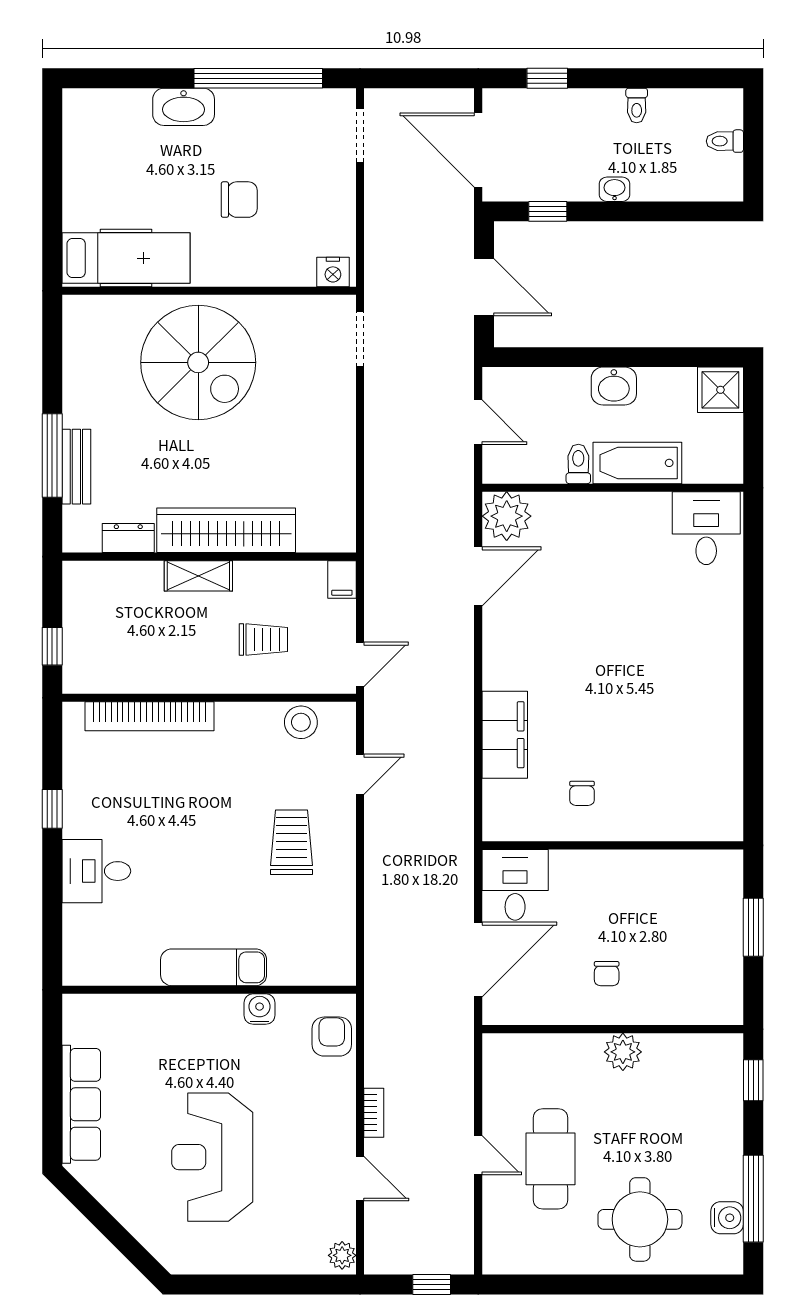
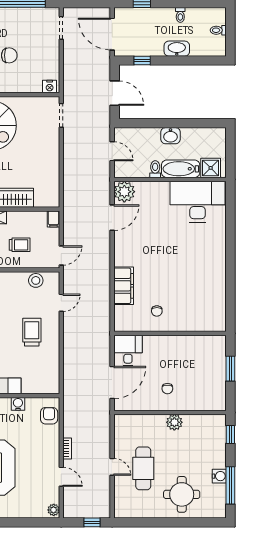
washbasin: (615, 189) -> (177, 49), width x1.91, depth x1.45
shower: (720, 390) -> (211, 168), moved
desk: (706, 528) -> (198, 202), width x1.87, depth x1.30
water cooler: (727, 1218) -> (219, 476), moved

